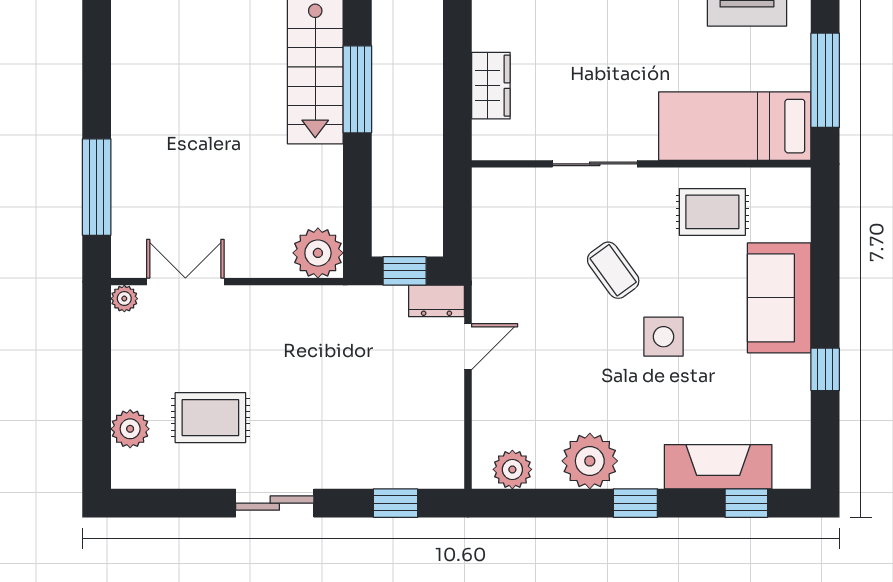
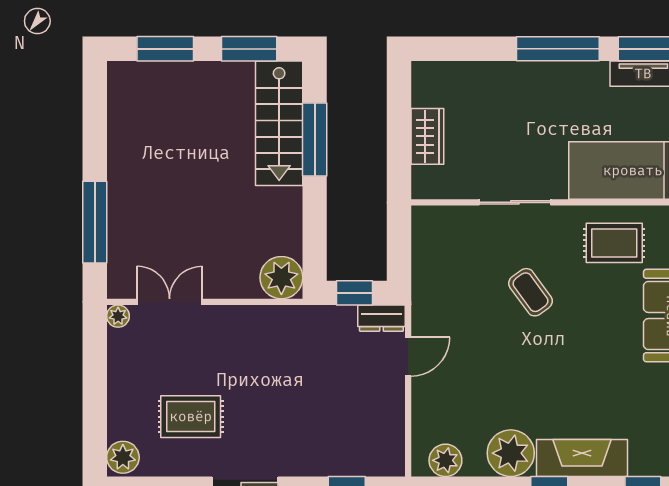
side table: (664, 337) -> (573, 348), removed
plant: (130, 429) -> (123, 457), moved
fireplace: (718, 467) -> (582, 458), moved

